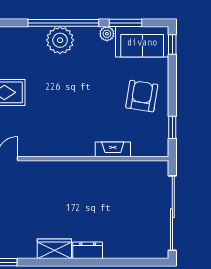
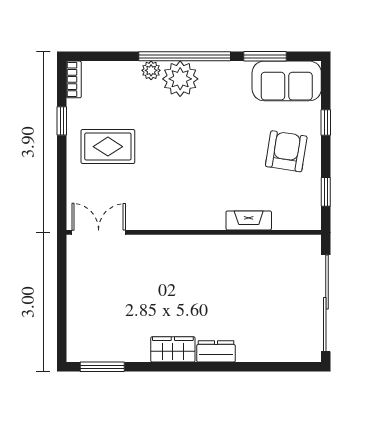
plant: (107, 34) -> (151, 70), moved
window: (172, 45) -> (326, 123), moved

